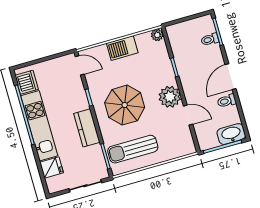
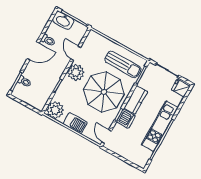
plant: (157, 35) -> (55, 110), width x1.88, depth x1.88
dishwasher: (27, 82) -> (126, 119), moved, turned 180
parasol: (125, 105) -> (104, 92), width x1.36, depth x1.36
fridge: (52, 167) -> (181, 88), moved

